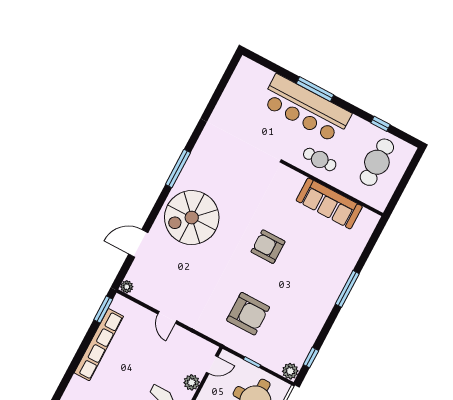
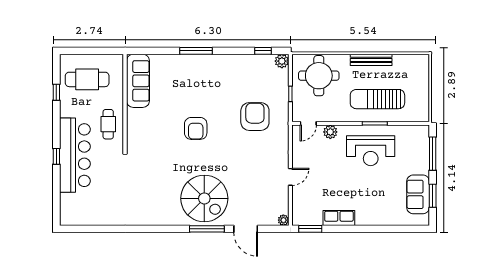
window: (315, 89) -> (56, 156), width x0.46
window: (178, 169) -> (207, 229), moved
sofa: (329, 203) -> (138, 81), moved
row of seats: (99, 345) -> (339, 218), width x0.50
door: (212, 365) -> (308, 123), swing flipped

